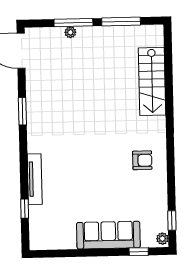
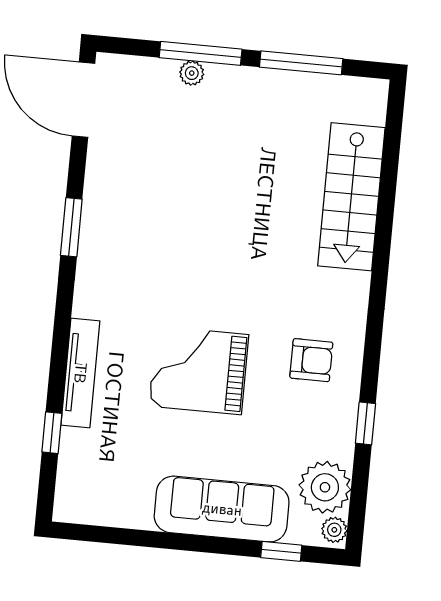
grand piano: (90, 171) -> (199, 370), added
plant: (156, 219) -> (325, 487), added
window: (172, 221) -> (365, 423), moved

